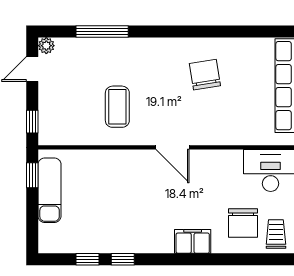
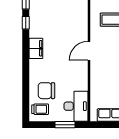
filing cabinet: (193, 241) -> (36, 48), moved

